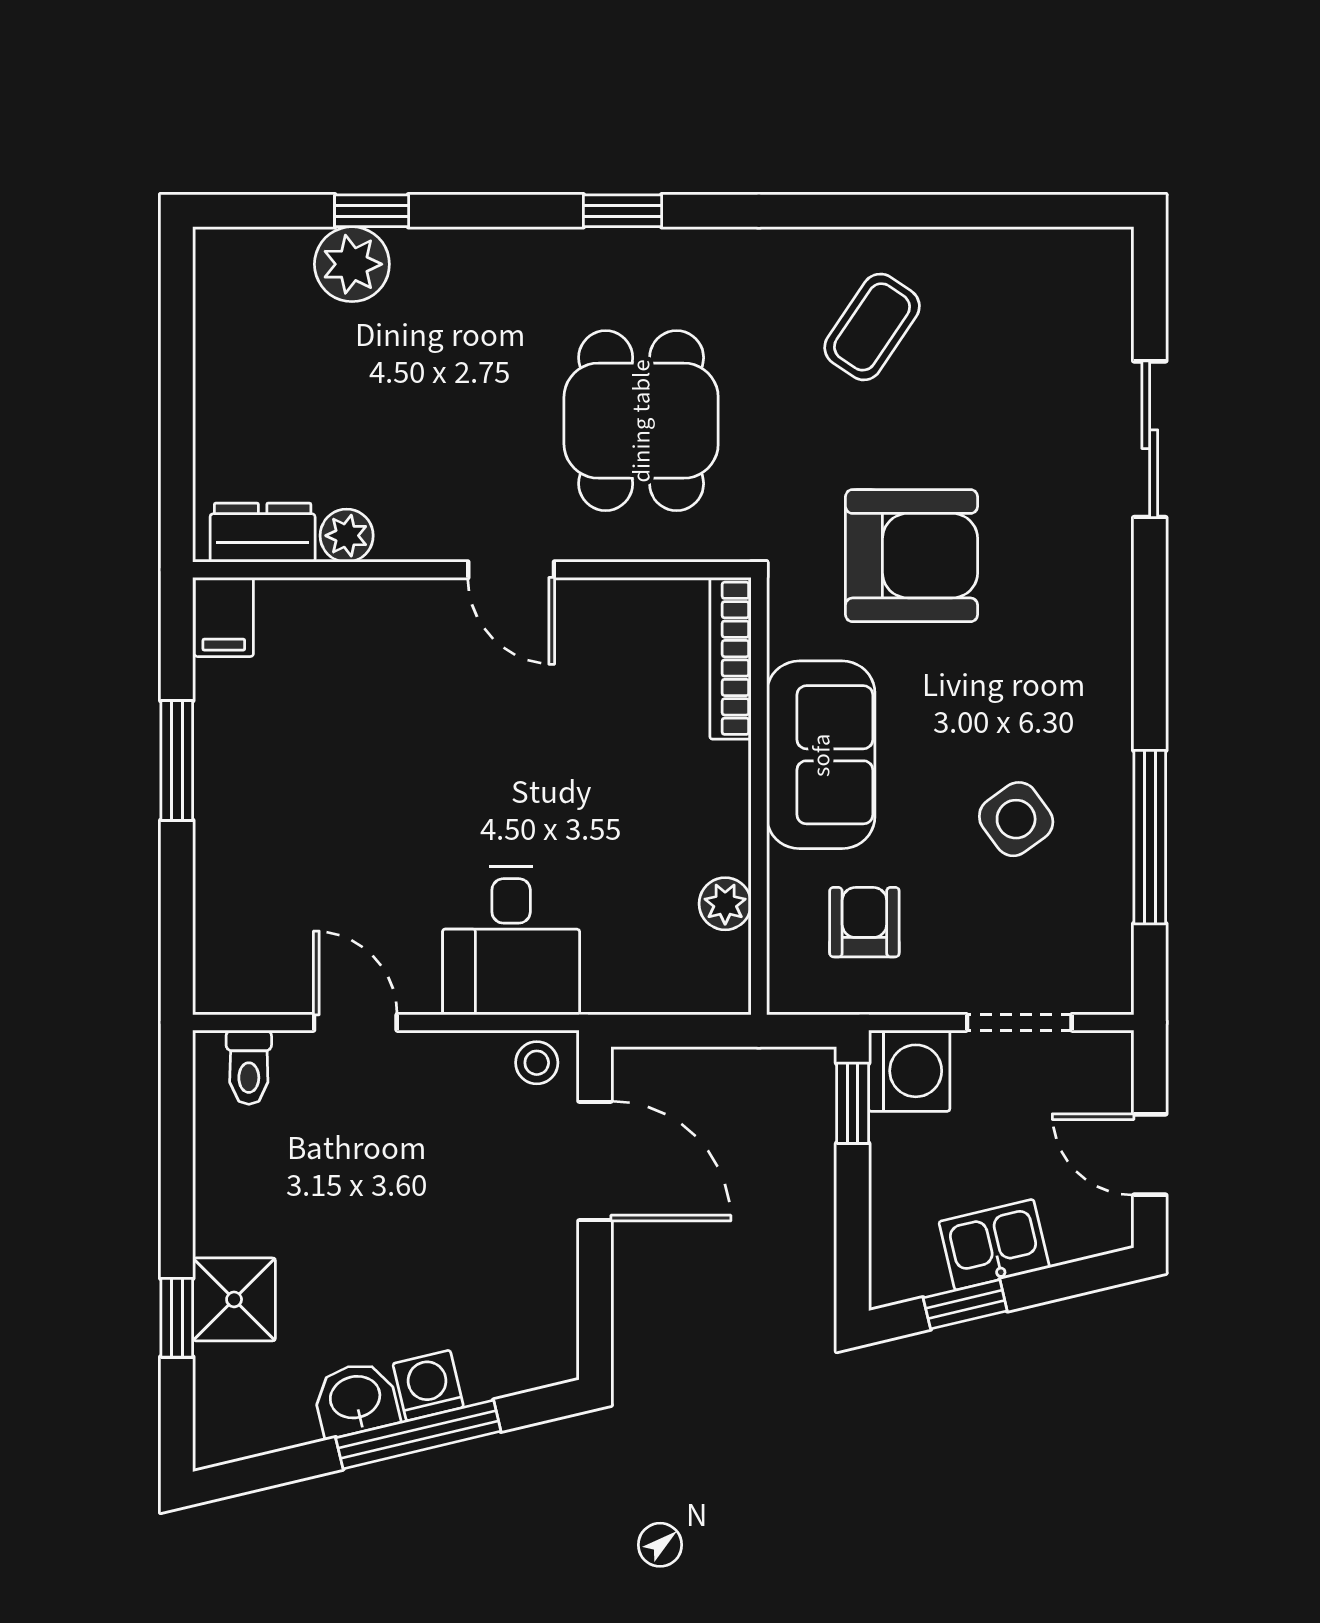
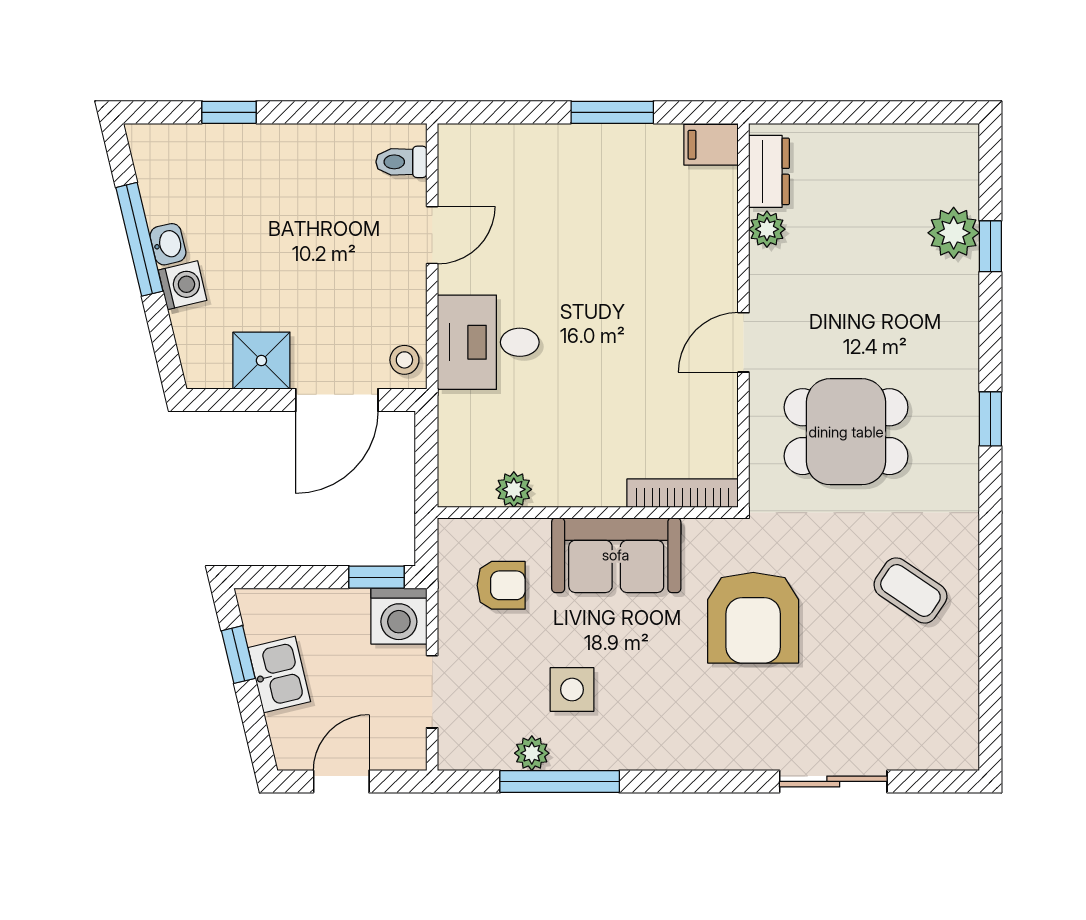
side table: (1016, 819) -> (572, 690), turned 36
plant: (1108, 878) -> (532, 753), added
shower: (234, 1299) -> (261, 361), moved
washbasin: (356, 1399) -> (168, 244), width x0.72, depth x0.69
window: (418, 1435) -> (139, 239), moved

